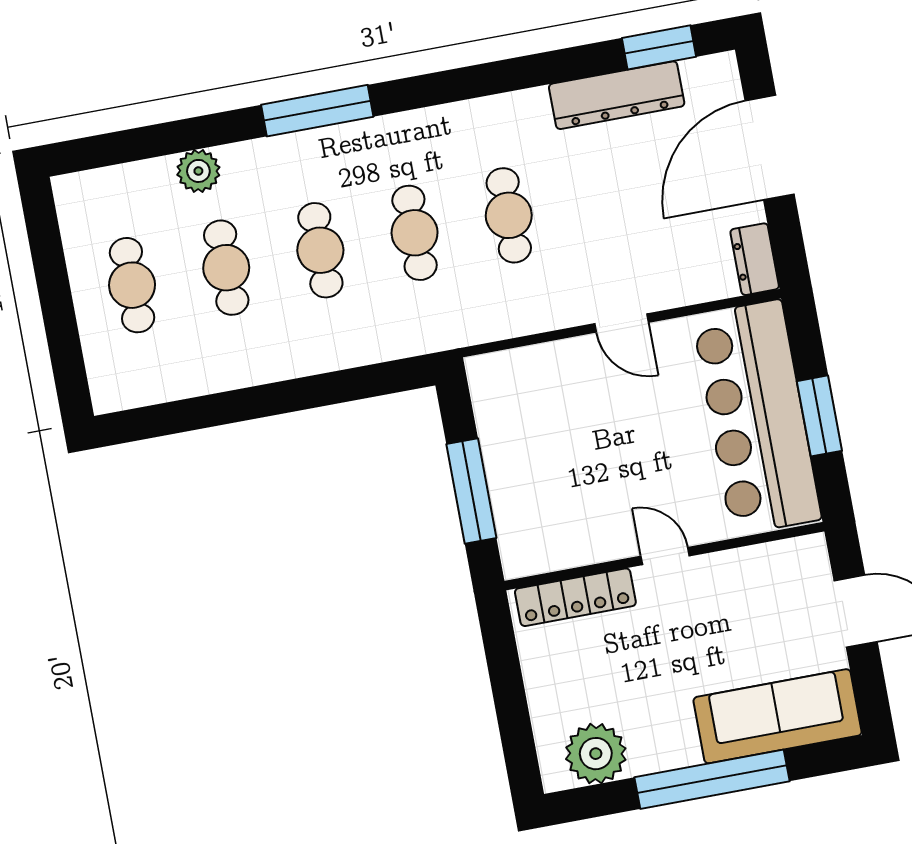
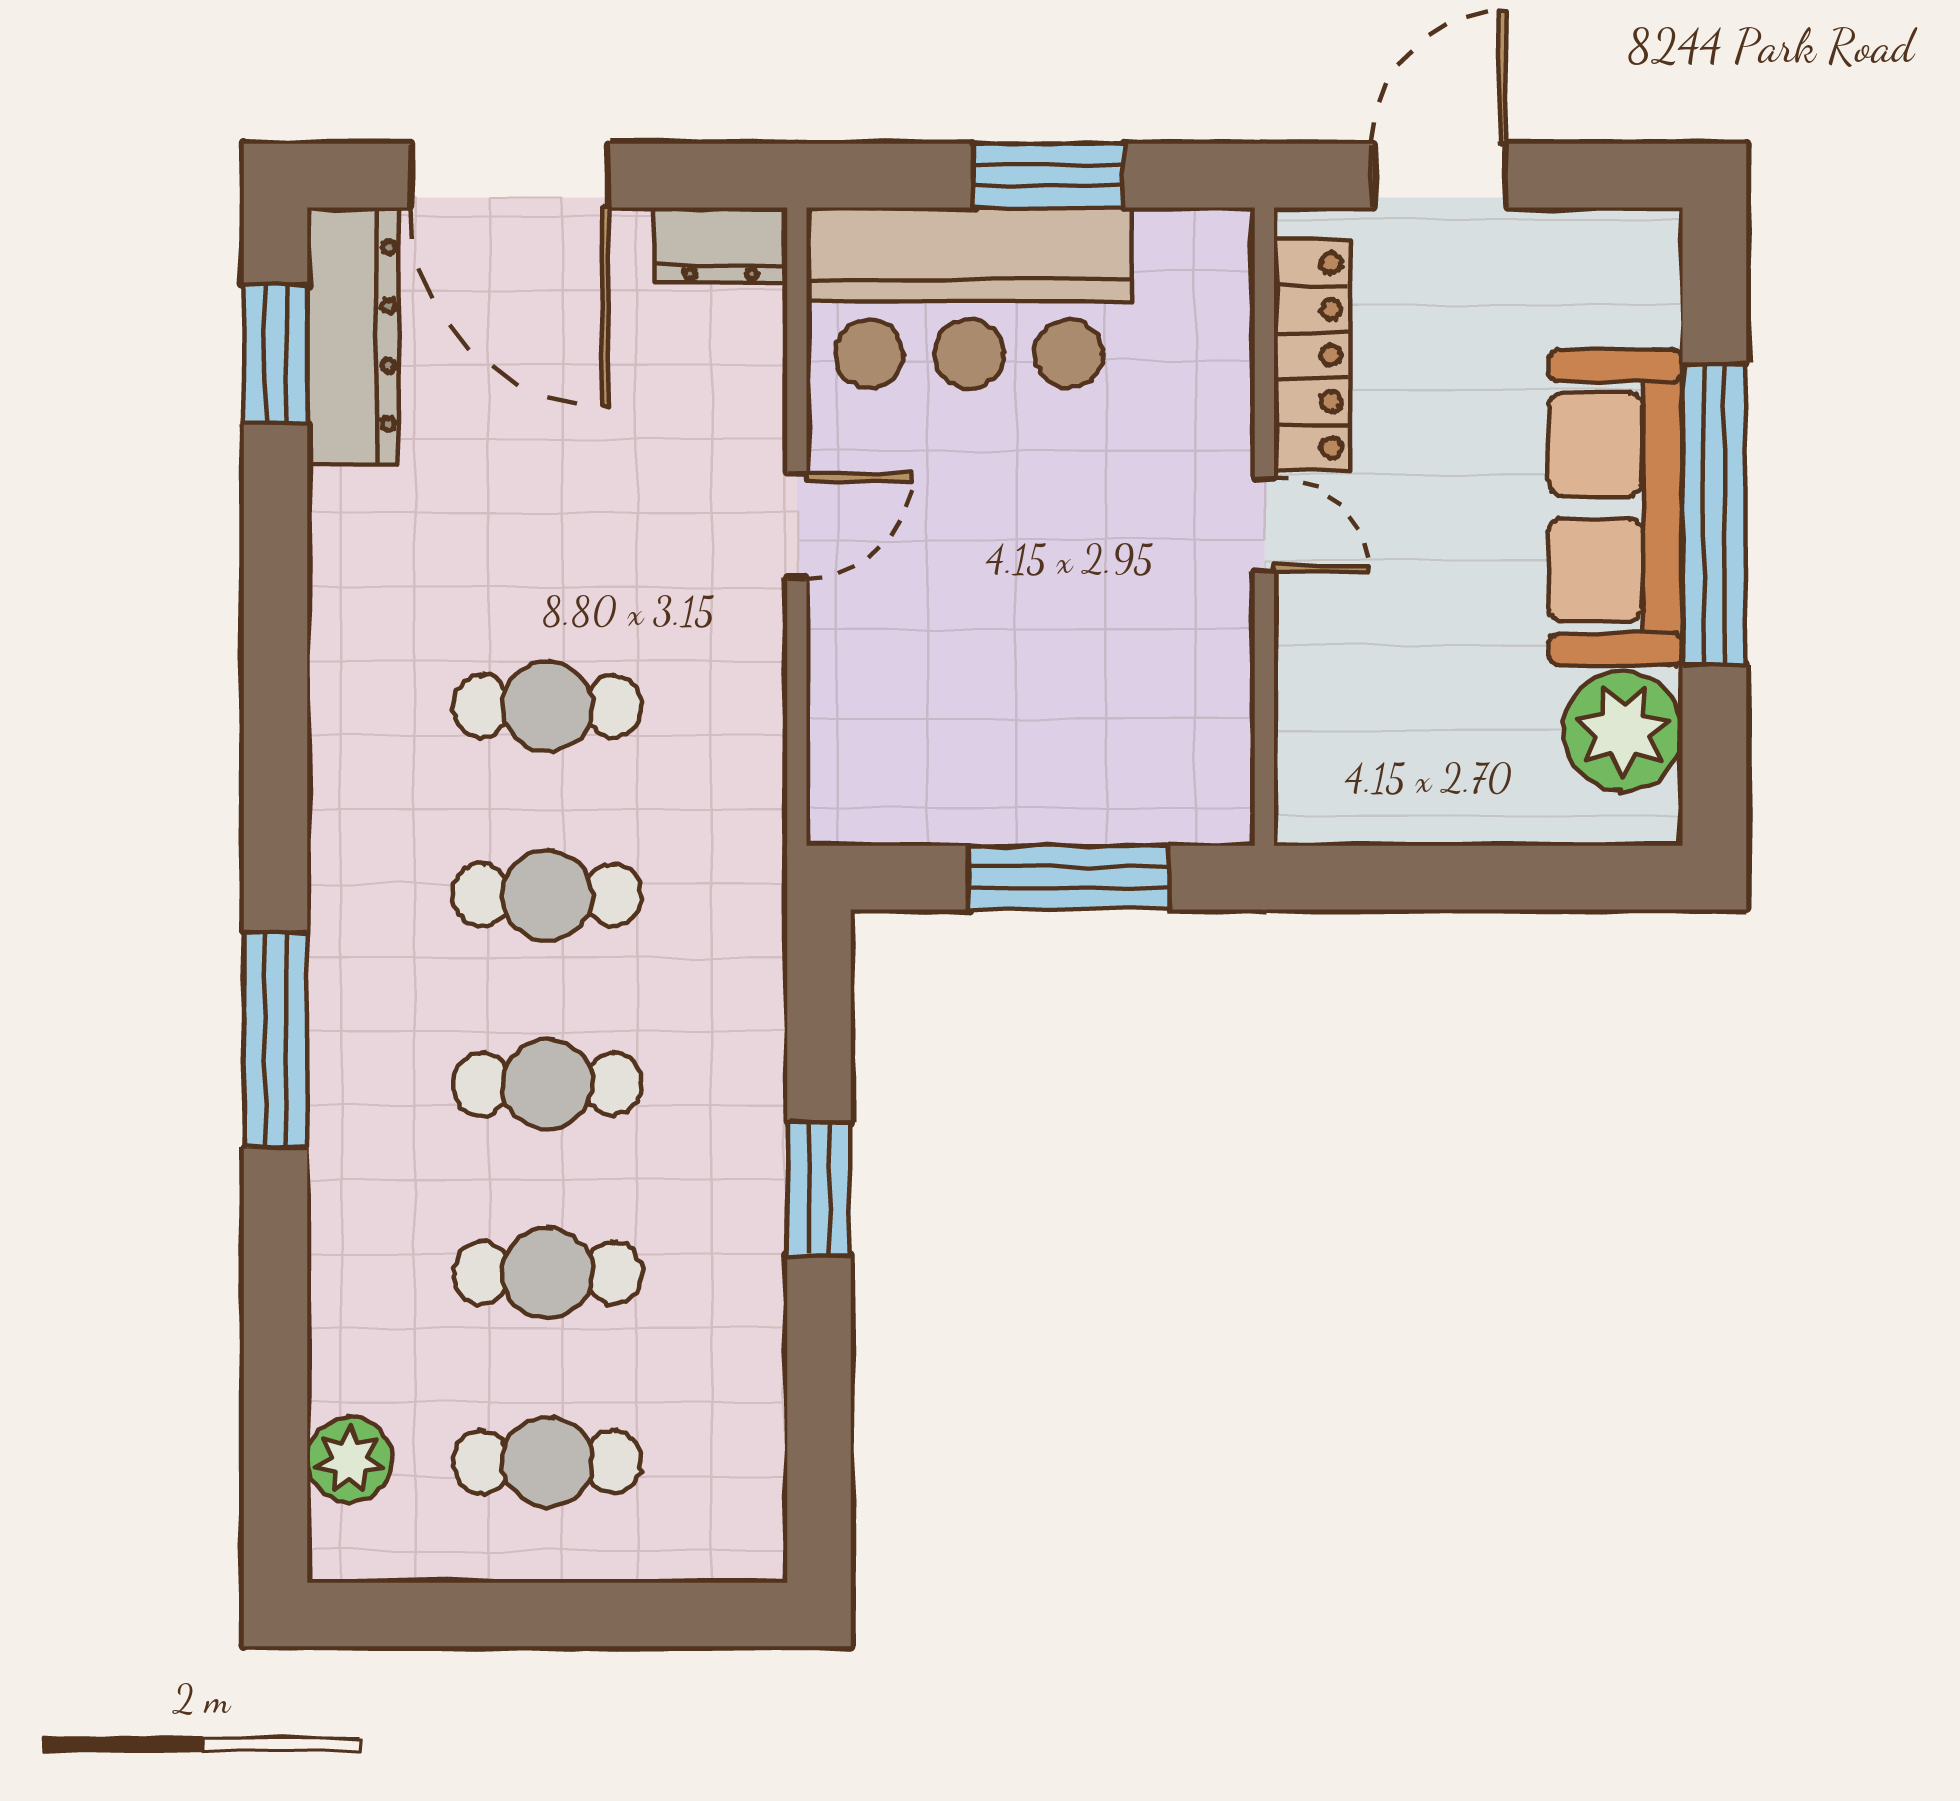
dresser: (617, 95) -> (353, 336), moved
plant: (198, 171) -> (350, 1460), moved
window: (293, 395) -> (819, 1189), added
bar counter: (757, 417) -> (969, 298), width x0.73
door: (665, 556) -> (1264, 525), swing flipped
locker: (575, 597) -> (1312, 355), moved
sofa: (778, 716) -> (1616, 507), moved

